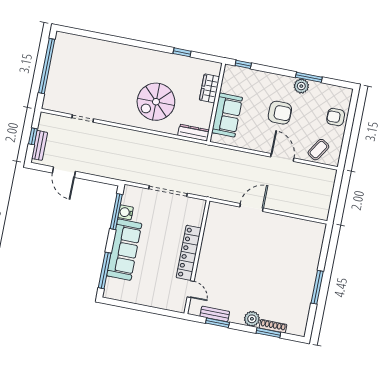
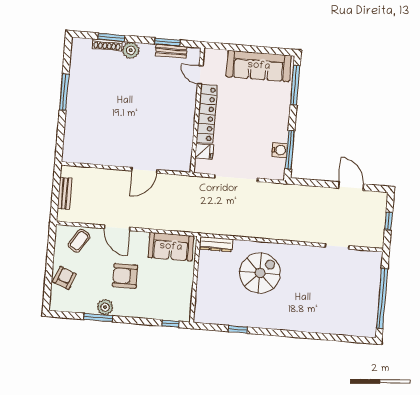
wardrobe: (209, 88) -> (204, 294), removed
sofa: (227, 115) -> (171, 247), moved, turned -90
armchair: (336, 117) -> (64, 278), turned -68
bench: (40, 145) -> (65, 193), moved
fridge: (195, 219) -> (204, 151), added
sofa: (124, 250) -> (259, 66), moved, turned -90

